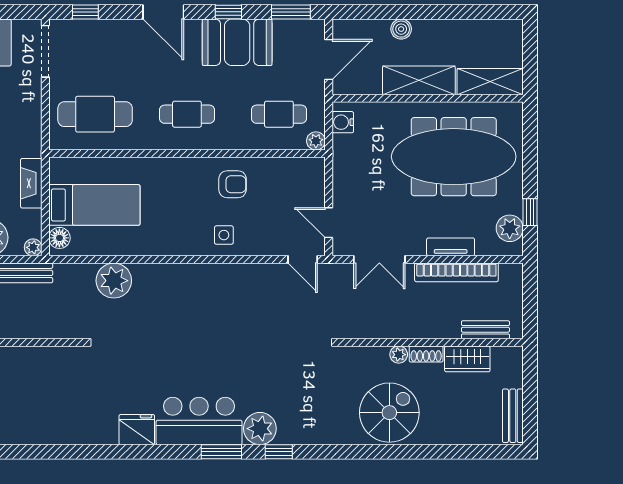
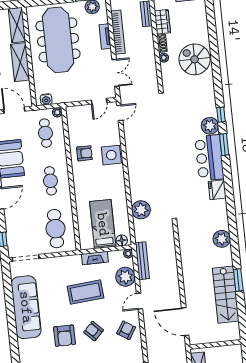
armchair: (233, 184) -> (84, 153), turned 90
side table: (224, 235) -> (111, 155), width x1.87, depth x1.87
plant: (42, 428) -> (222, 239), added

